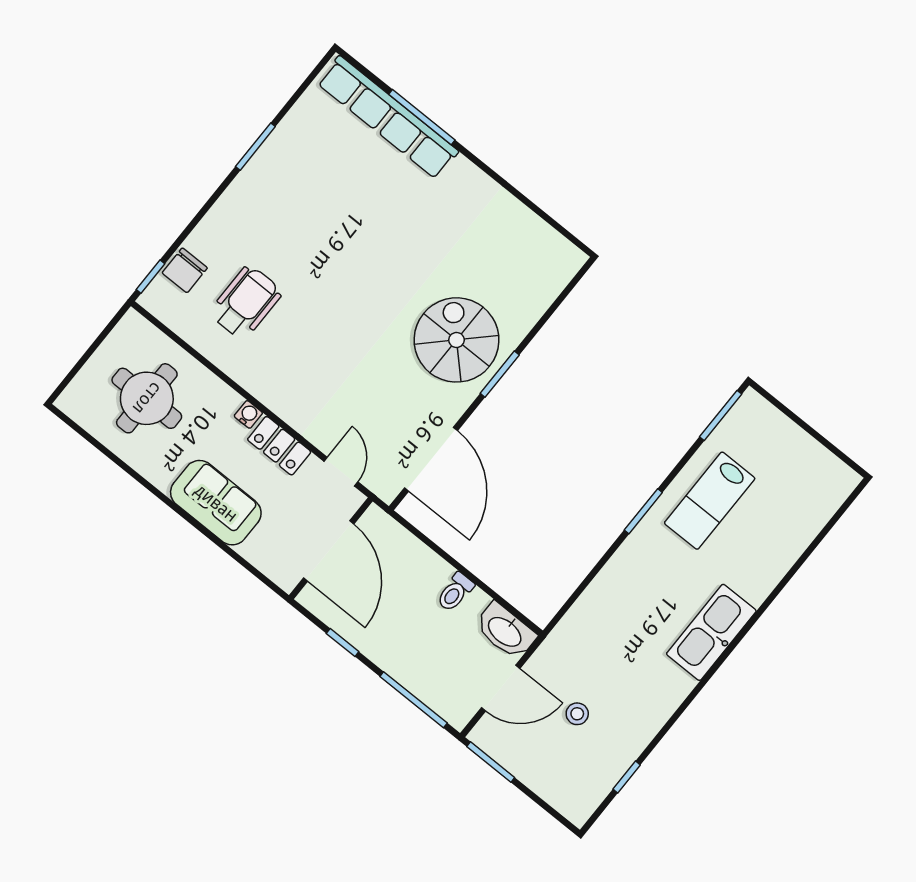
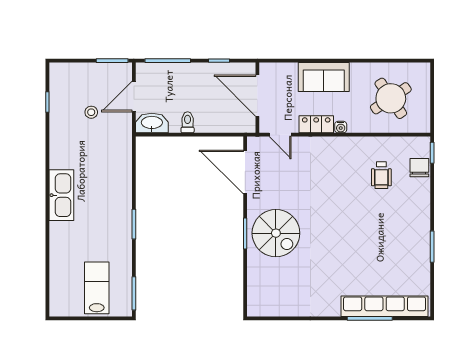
wheelchair: (246, 303) -> (381, 175), width x0.73, depth x0.73
round table: (147, 398) -> (391, 98), turned -34
lab bench: (710, 501) -> (97, 288), moved

